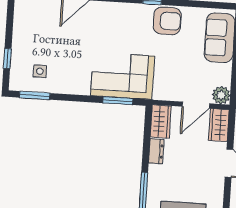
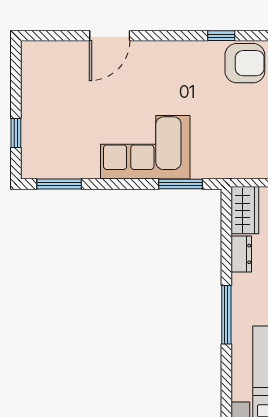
side table: (40, 71) -> (64, 148), removed
corner sofa: (123, 76) -> (145, 147), moved

